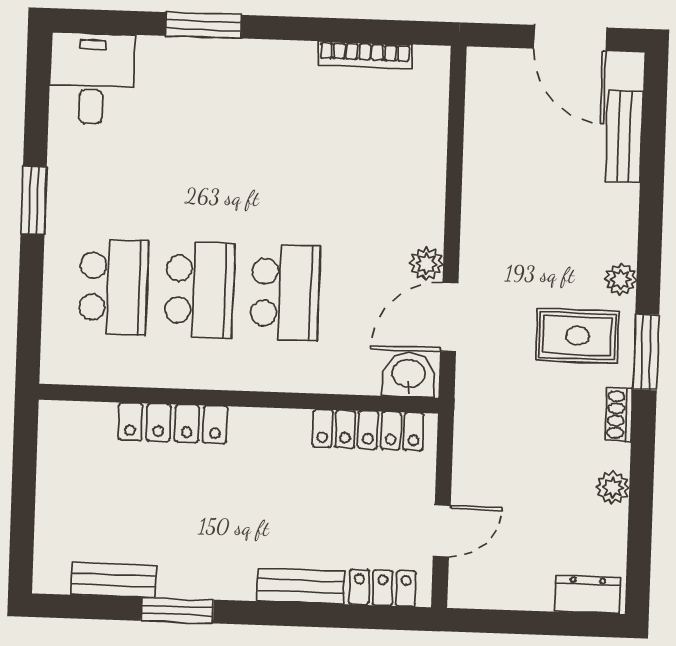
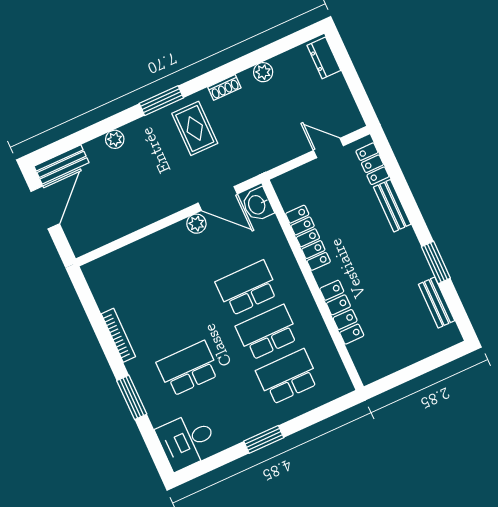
bookcase: (365, 55) -> (118, 335), moved
bench: (624, 136) -> (61, 164), moved
school desk: (205, 137) -> (188, 368), added
plant: (621, 279) -> (115, 139), moved
window: (646, 352) -> (161, 101), moved
locker: (368, 430) -> (308, 238), moved

